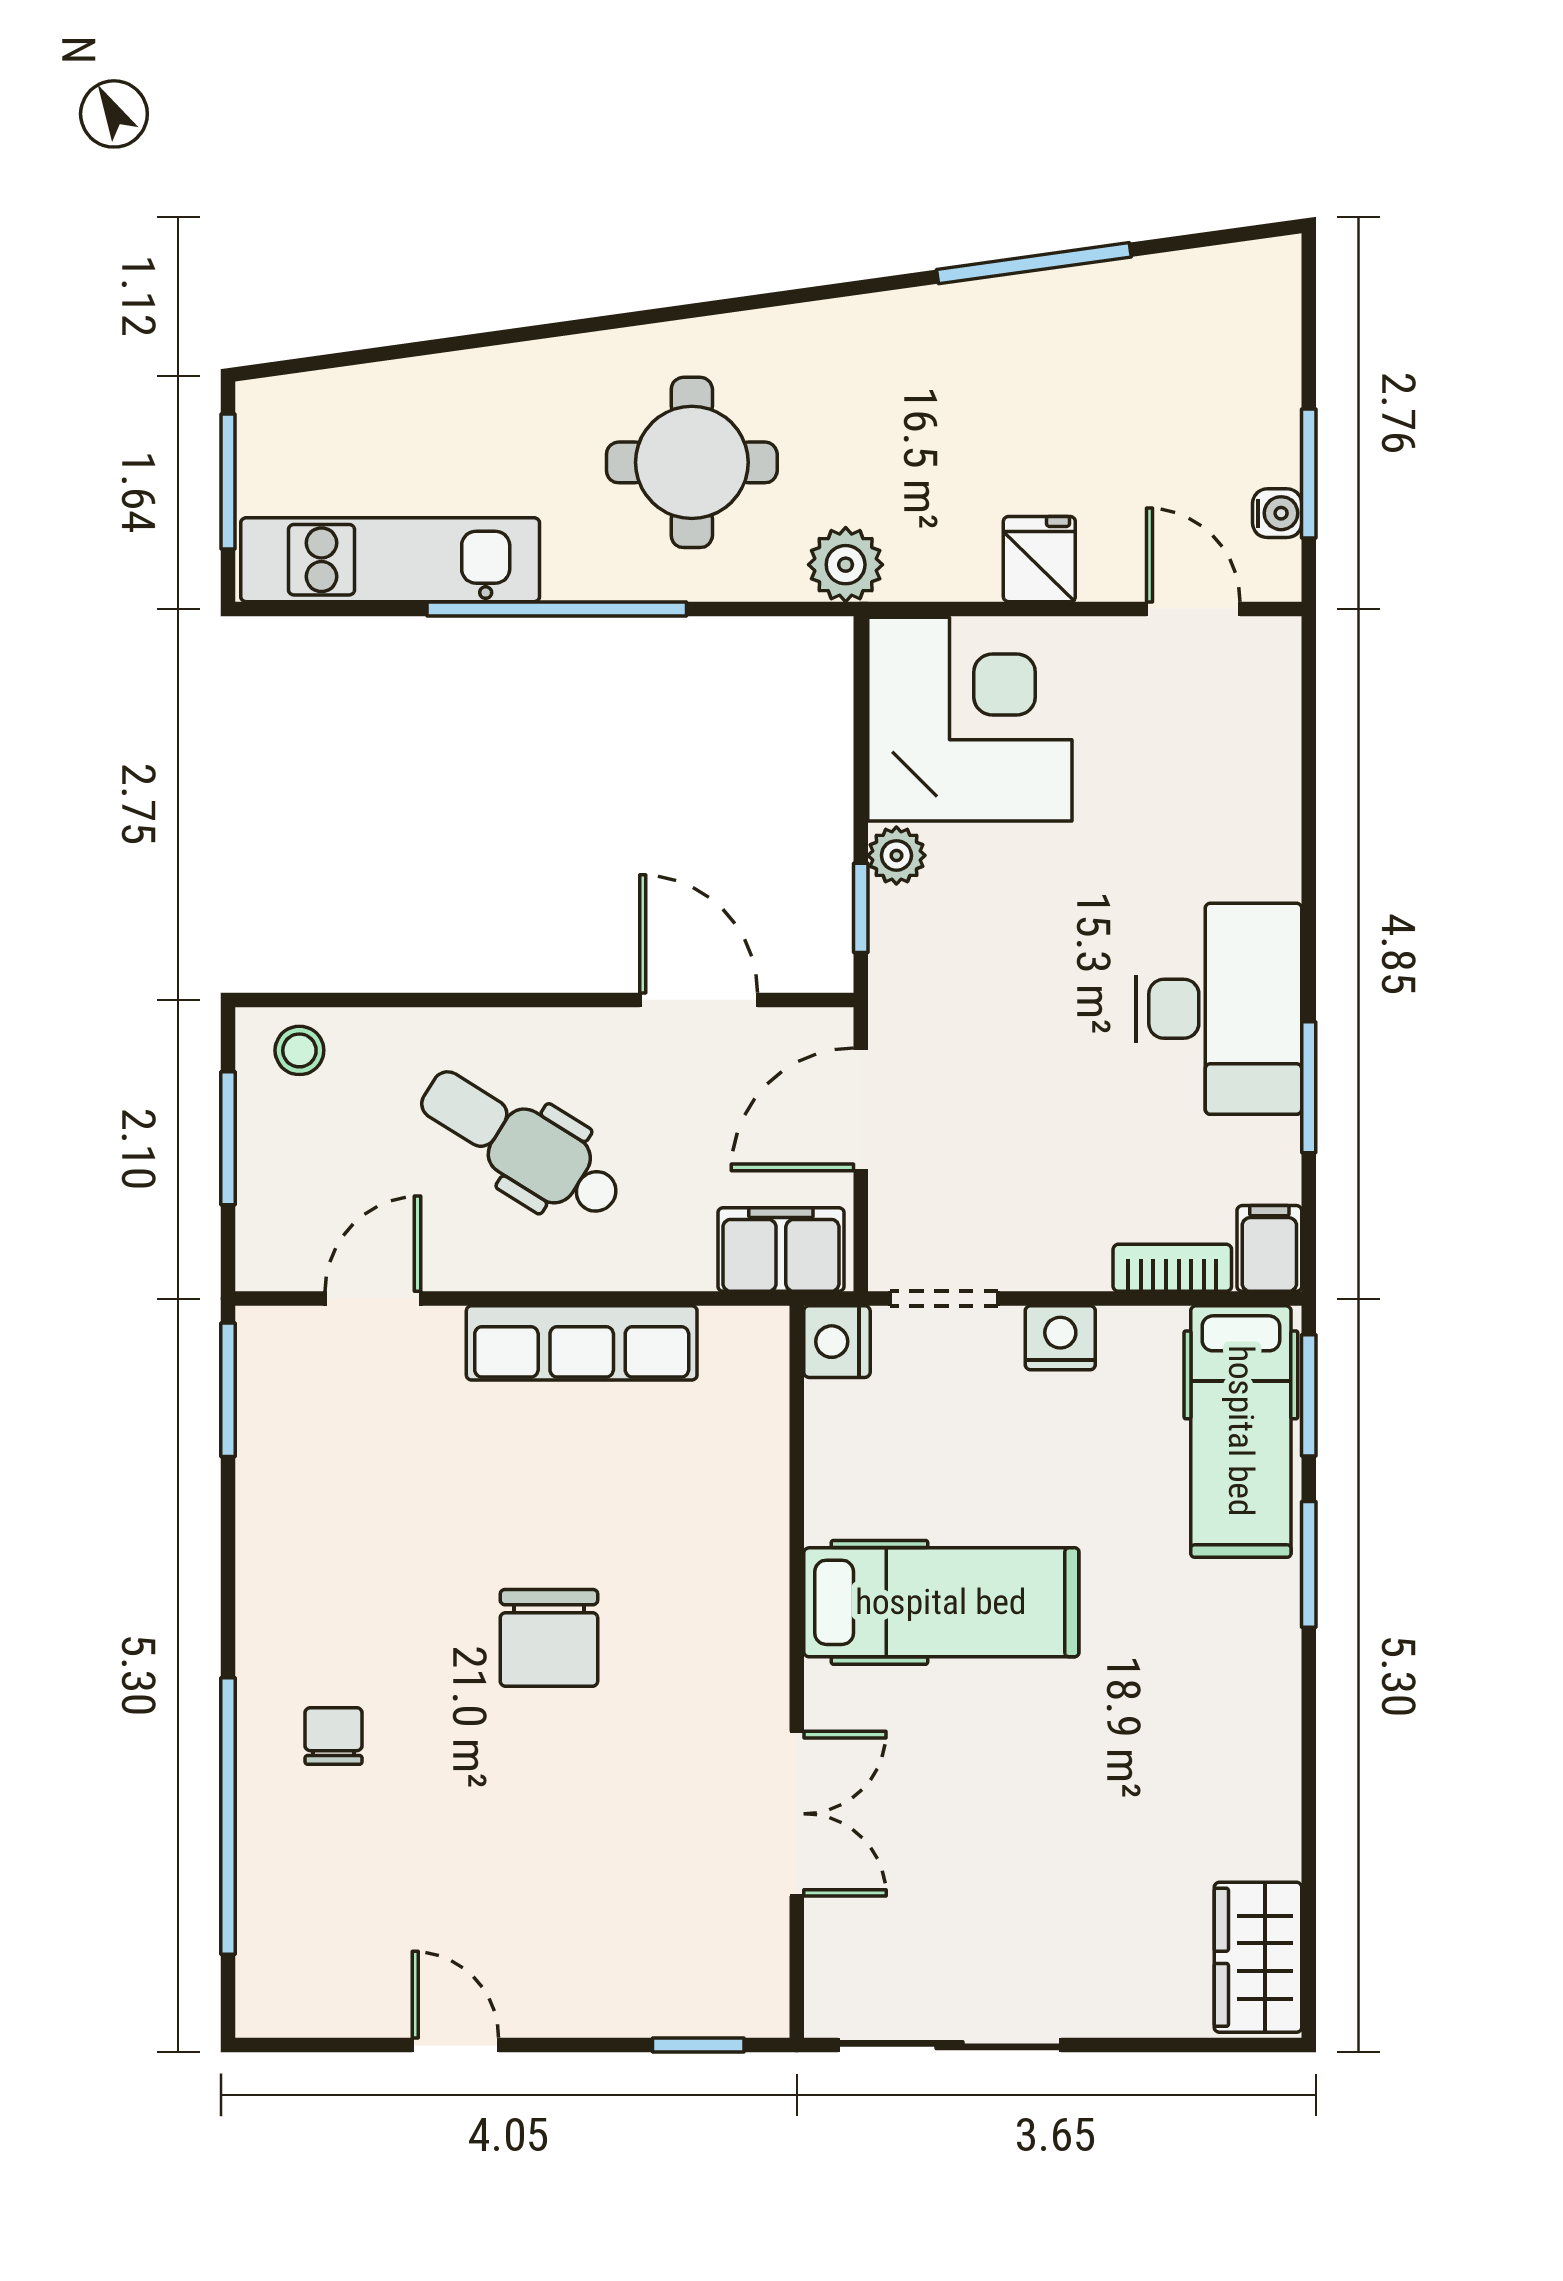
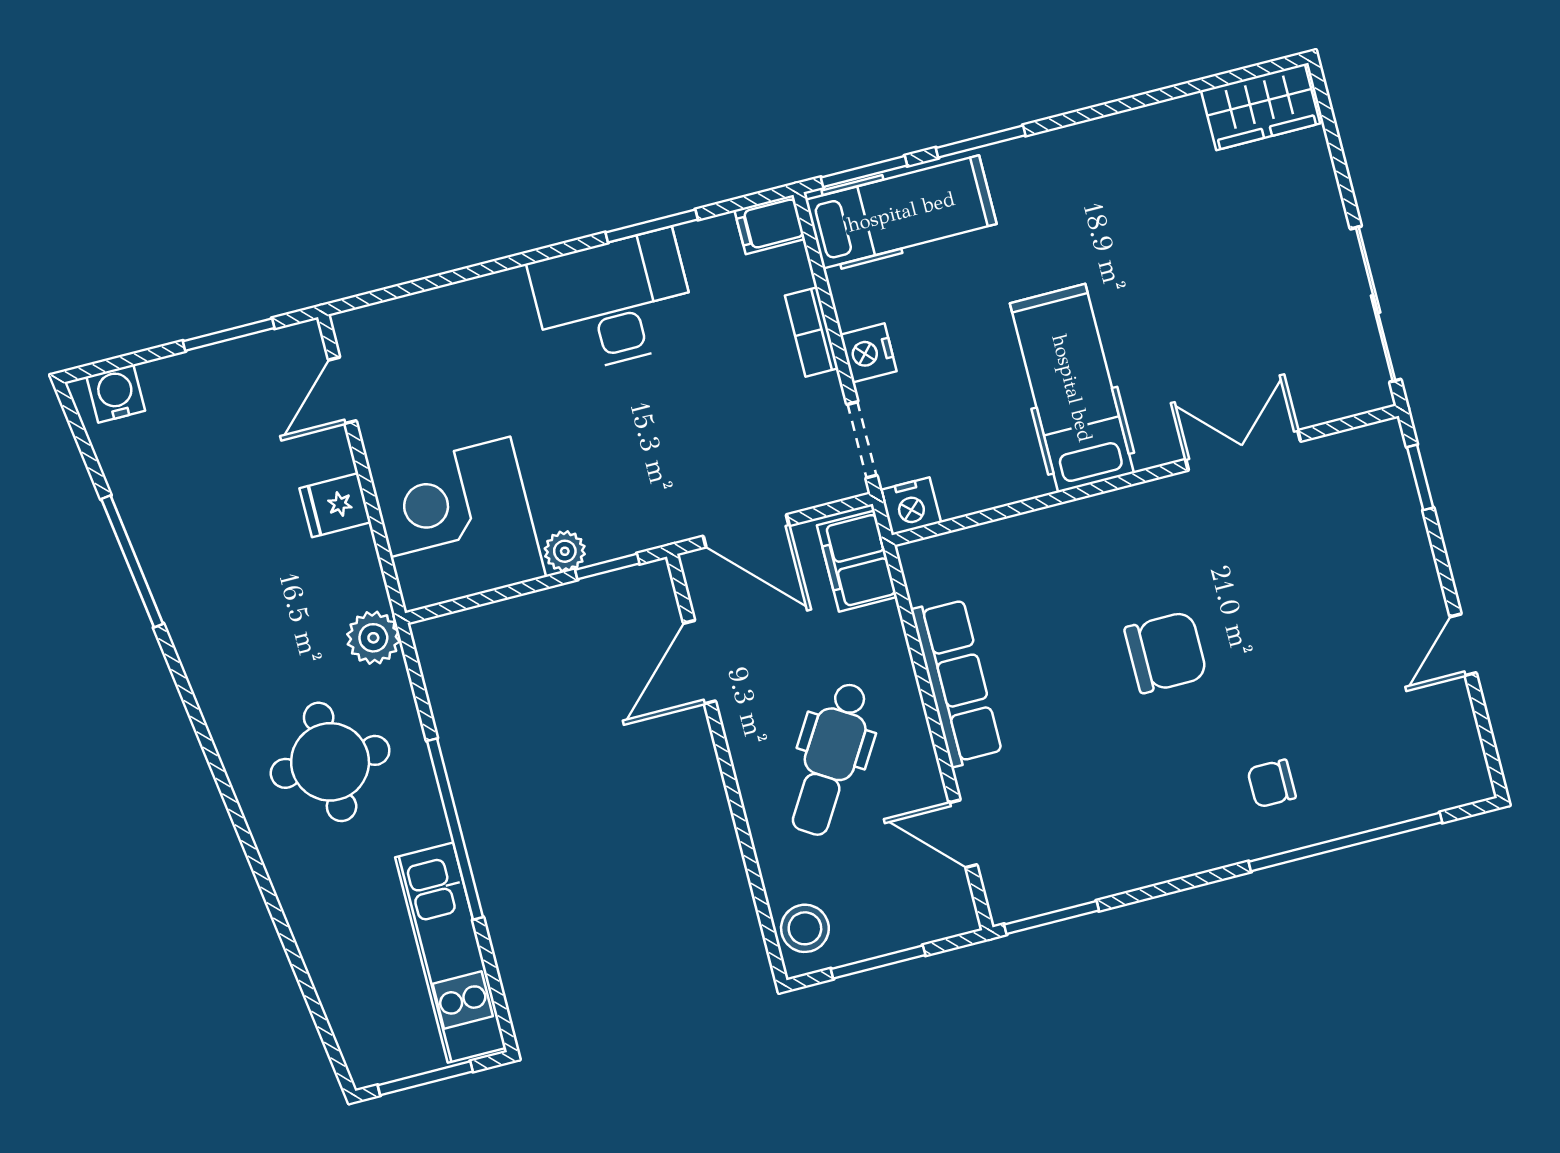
water cooler: (1277, 513) -> (116, 394), moved, width x1.38, depth x1.38
stool: (299, 1050) -> (805, 928), width x1.37, depth x1.37
bookcase: (1172, 1268) -> (812, 332), moved

